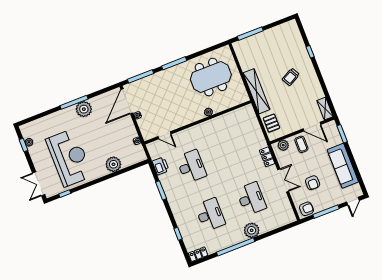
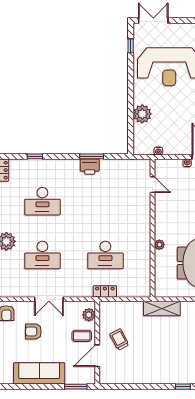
trolley: (291, 77) -> (119, 340), moved
shelving: (256, 91) -> (162, 308), width x0.68
shelving: (325, 109) -> (112, 378), removed
pallet: (272, 123) -> (119, 311), removed
door: (164, 135) -> (153, 185), swing flipped
locker: (267, 157) -> (105, 291), moved
printer: (161, 166) -> (90, 167), moved
desk: (191, 166) -> (105, 255), moved

